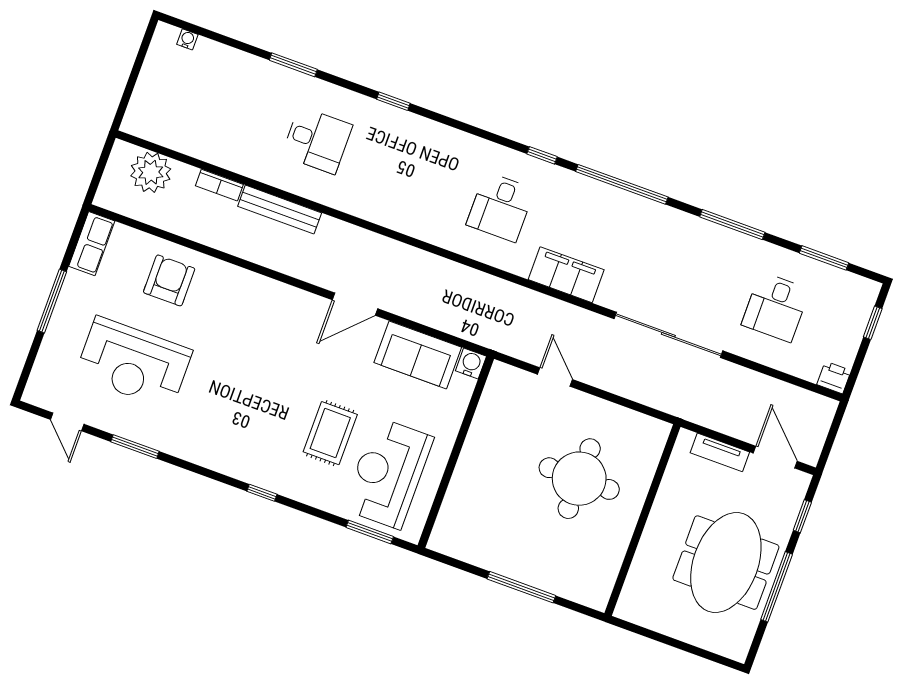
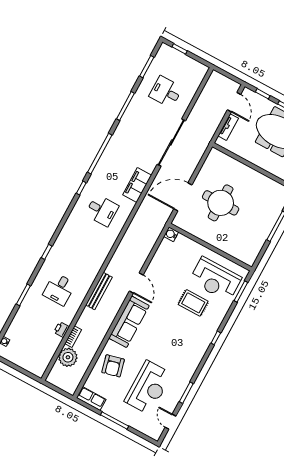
desk: (317, 140) -> (59, 289), turned 180
plant: (151, 172) -> (68, 357), moved
bench: (280, 210) -> (99, 291), moved
armchair: (169, 280) -> (113, 366), turned -104
desk: (776, 307) -> (166, 92), turned 180
sofa: (418, 355) -> (129, 322), moved, width x1.36
door: (555, 377) -> (183, 197), width x1.88
printer: (834, 377) -> (62, 330), moved
door: (67, 422) -> (171, 422), swing flipped
door: (775, 457) -> (234, 102), swing flipped
round table: (579, 479) -> (221, 203), moved

